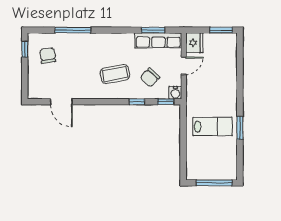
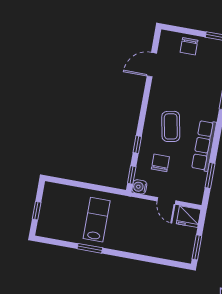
row of seats: (158, 40) -> (204, 146), moved
chair: (48, 56) -> (189, 46), moved, turned 97
chair: (150, 77) -> (160, 163), turned 47
lab bench: (213, 126) -> (97, 220), turned 180
window: (214, 183) -> (37, 211), width x0.46

